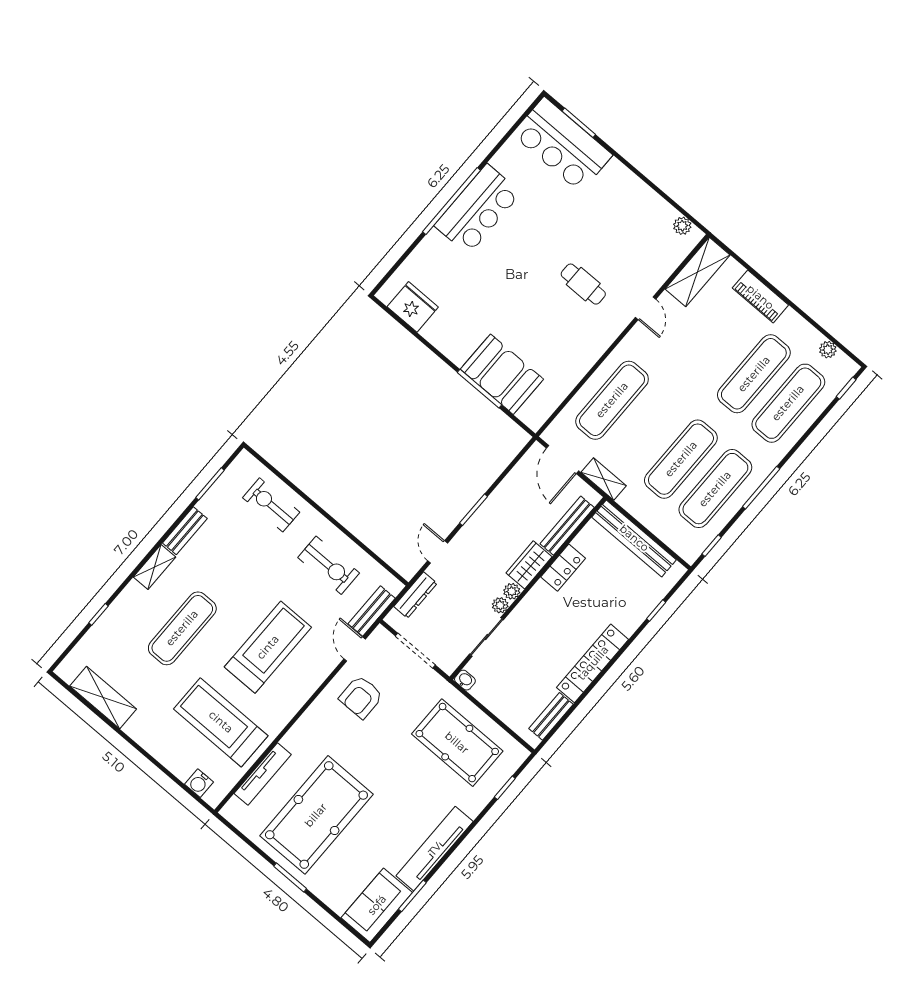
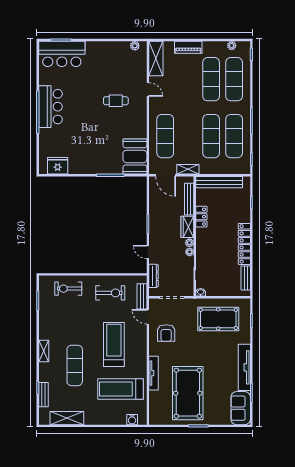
booth: (502, 374) -> (135, 156), moved, turned 90
bench: (185, 531) -> (43, 395), moved
tv unit: (263, 774) -> (154, 373), moved

